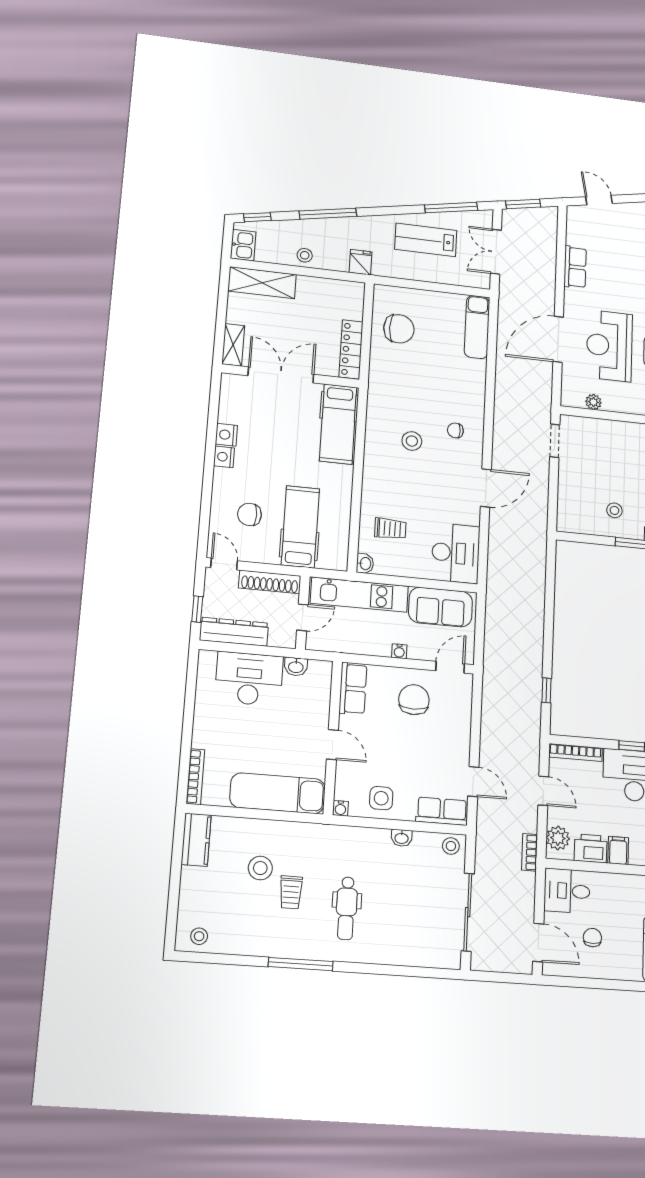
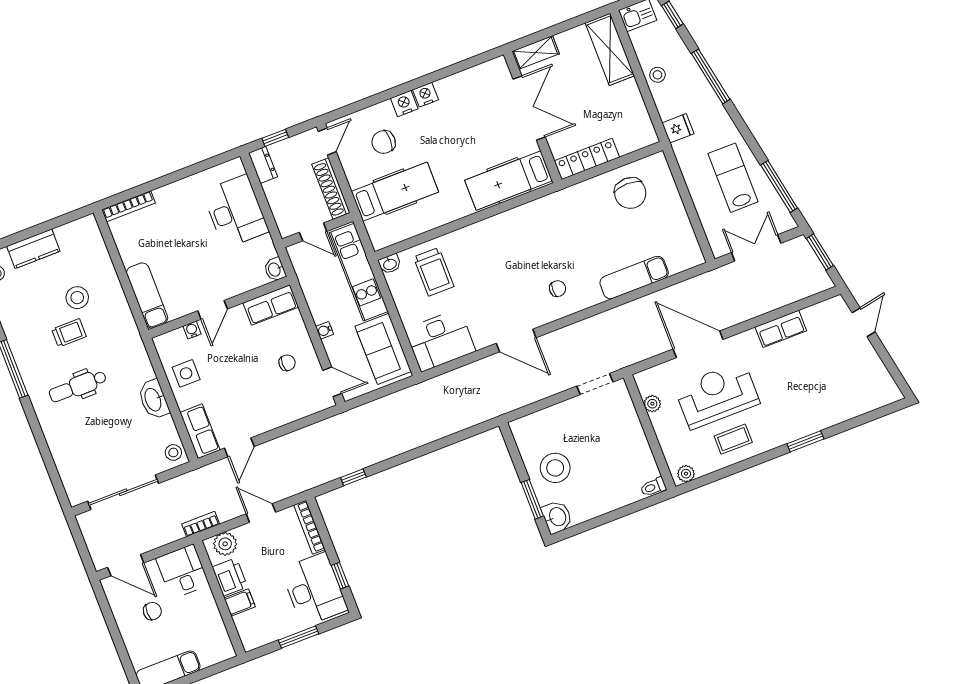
exam couch: (477, 327) -> (634, 278), moved
chair: (455, 430) -> (558, 289), turned 90
nightstand: (226, 435) -> (404, 104), moved
stool: (412, 441) -> (527, 254), removed
stool: (614, 510) -> (555, 468), width x1.89, depth x1.89
chair: (249, 514) -> (384, 142), turned -90
trolley: (390, 529) -> (434, 272), width x1.36, depth x1.39
dresser: (234, 632) -> (263, 165), width x0.51, depth x0.80
washbasin: (296, 667) -> (275, 269), moved
chair: (414, 700) -> (287, 363), width x0.54, depth x0.54
door: (543, 791) -> (261, 513), swing flipped
exam couch: (278, 793) -> (147, 295), width x0.73, depth x0.69
water cooler: (340, 808) -> (192, 330), moved, turned 90
washbasin: (402, 838) -> (154, 399), width x1.91, depth x1.45
kitchen counter: (196, 840) -> (33, 249), moved
trolley: (291, 892) -> (69, 333), turned 180
door: (538, 943) -> (126, 565), hinge flipped

